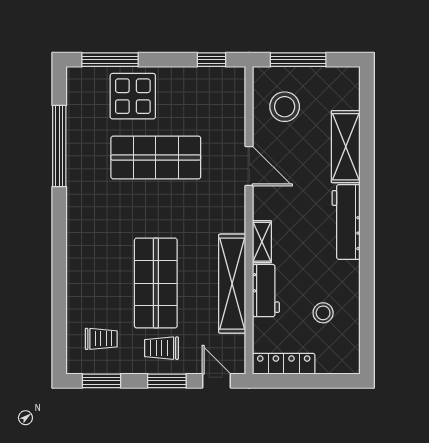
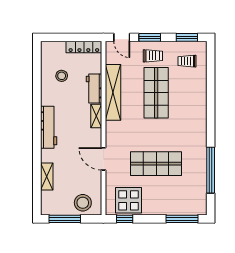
window: (298, 60) -> (65, 219), moved
display table: (133, 96) -> (128, 200), moved
stool: (285, 107) -> (83, 203), moved
shelving: (346, 147) -> (47, 177), width x0.67, depth x0.75

